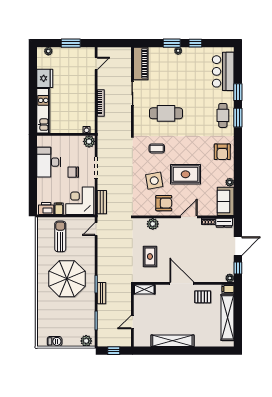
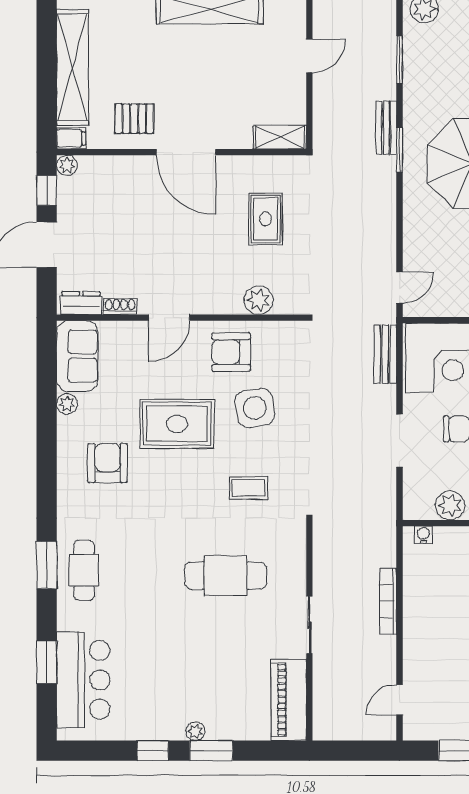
window: (238, 92) -> (47, 662), moved
plant: (89, 141) -> (450, 505), moved
armchair: (222, 152) -> (108, 463), moved

